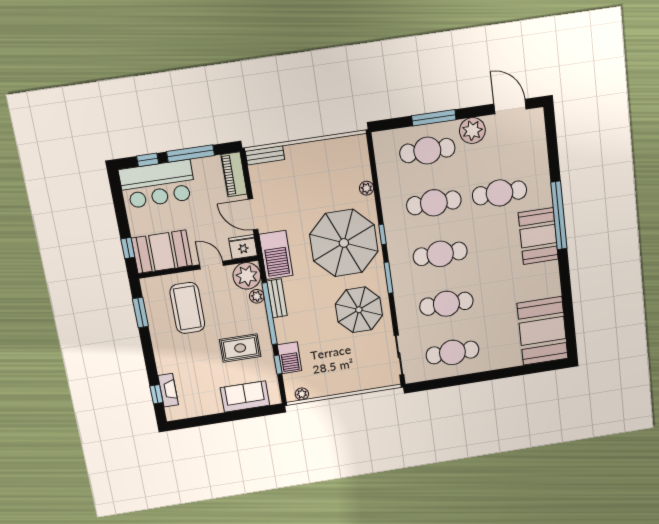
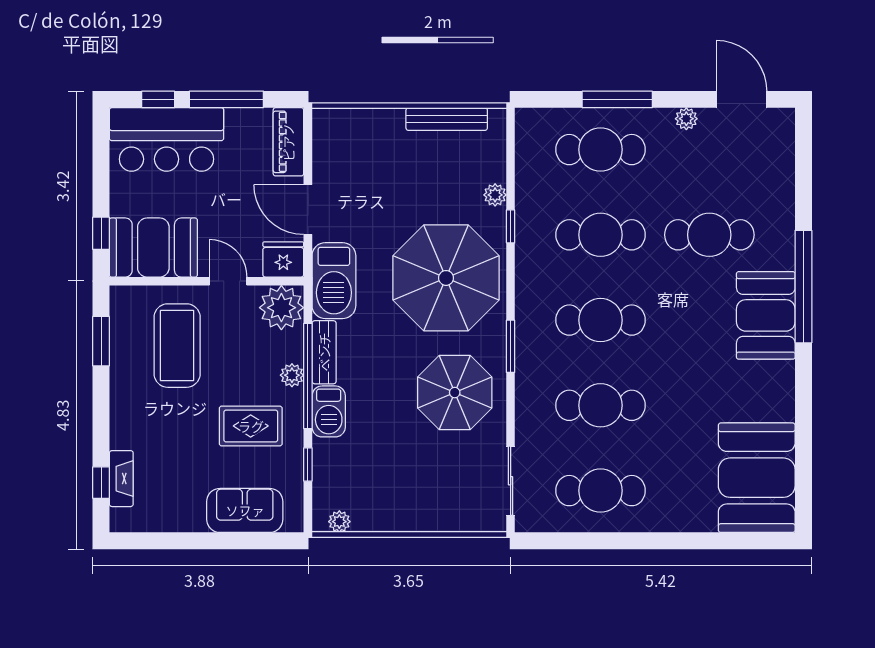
plant: (472, 131) -> (686, 119), width x0.53, depth x0.53
bench: (265, 155) -> (447, 119), moved, width x1.36
window: (383, 234) -> (511, 226), moved
plant: (257, 296) -> (292, 375), moved
barbecue: (290, 358) -> (329, 411), moved

